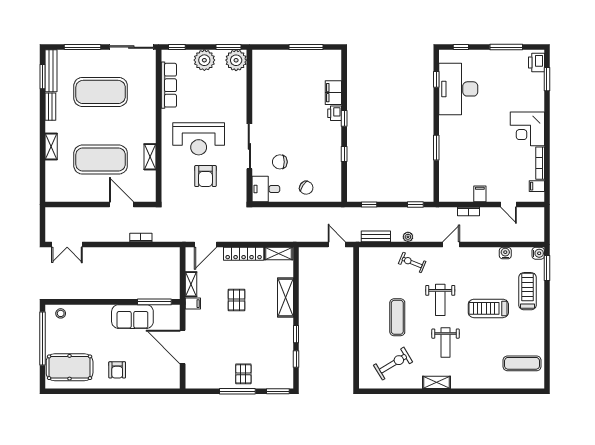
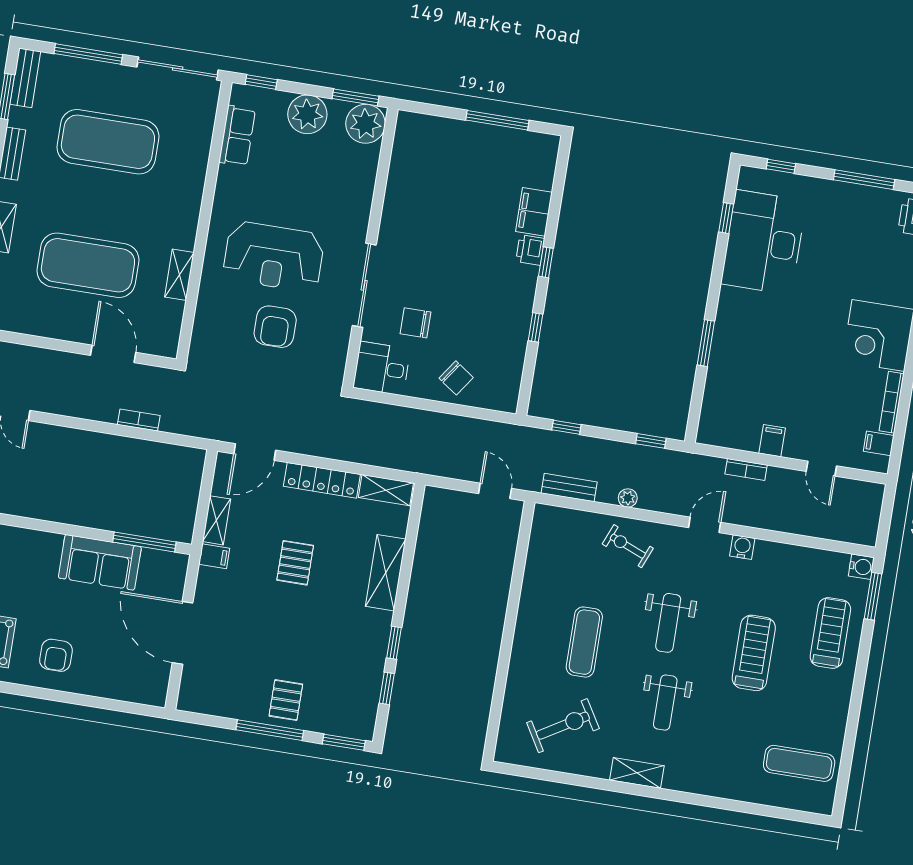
bench: (51, 71) -> (25, 78), width x0.73
row of seats: (169, 85) -> (237, 136), width x0.68
water cooler: (505, 253) -> (742, 547), moved
treadmill: (488, 308) -> (754, 653), turned 90

